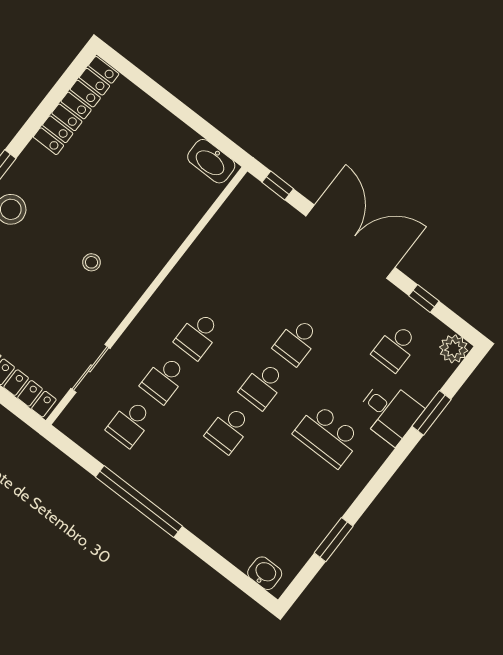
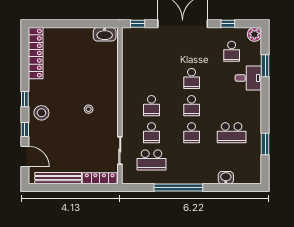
school desk: (130, 423) -> (151, 160), width x1.85
school desk: (327, 436) -> (232, 133), moved
washbasin: (265, 573) -> (226, 178), moved

